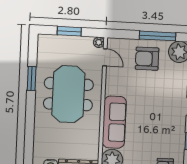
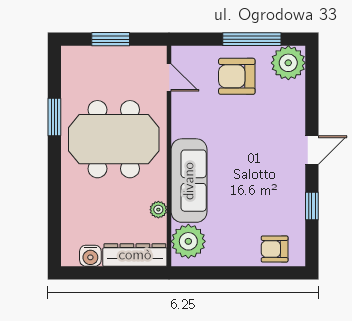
plant: (99, 42) -> (158, 210), moved
meeting table: (68, 94) -> (114, 139), turned 90

